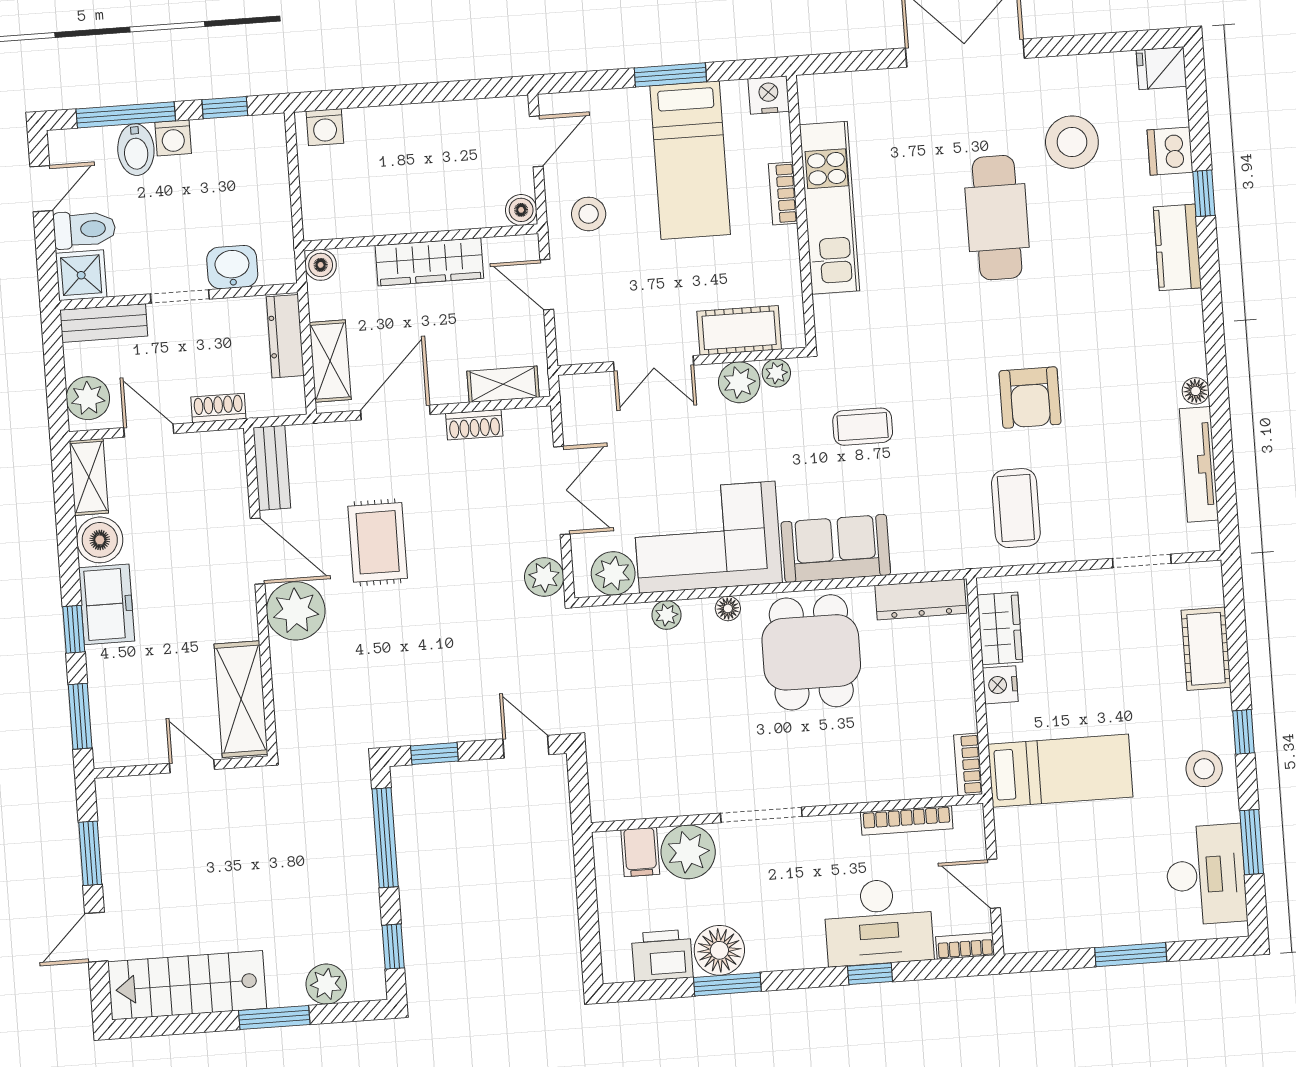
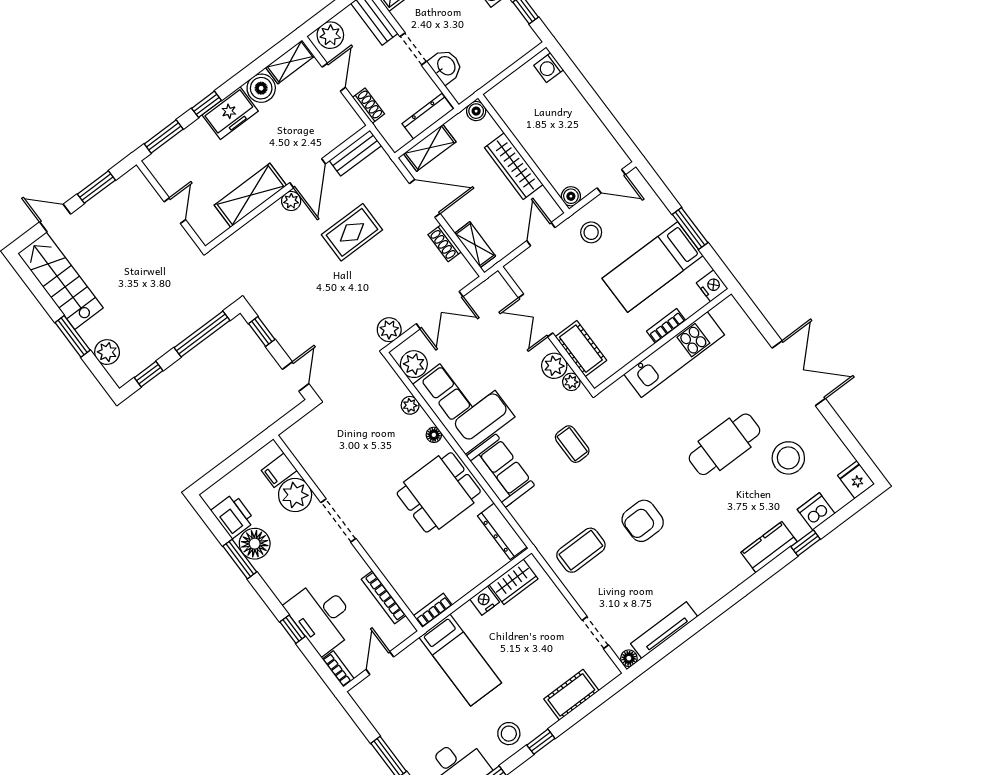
floor lamp: (1196, 391) -> (629, 658), moved
plant: (296, 611) -> (291, 201), width x0.53, depth x0.53
shelving: (241, 699) -> (250, 195), moved

